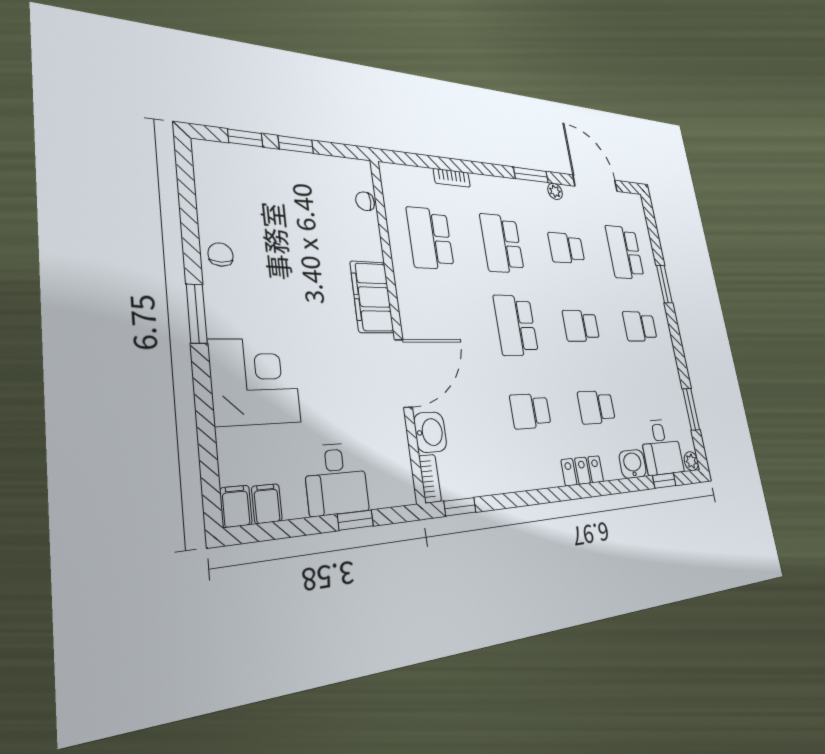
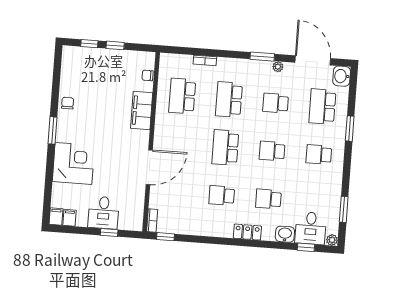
filing cabinet: (372, 297) -> (142, 111), moved
washbasin: (430, 432) -> (342, 76), moved, turned 180

